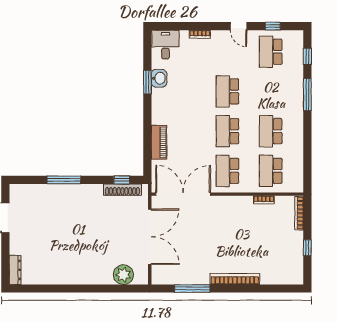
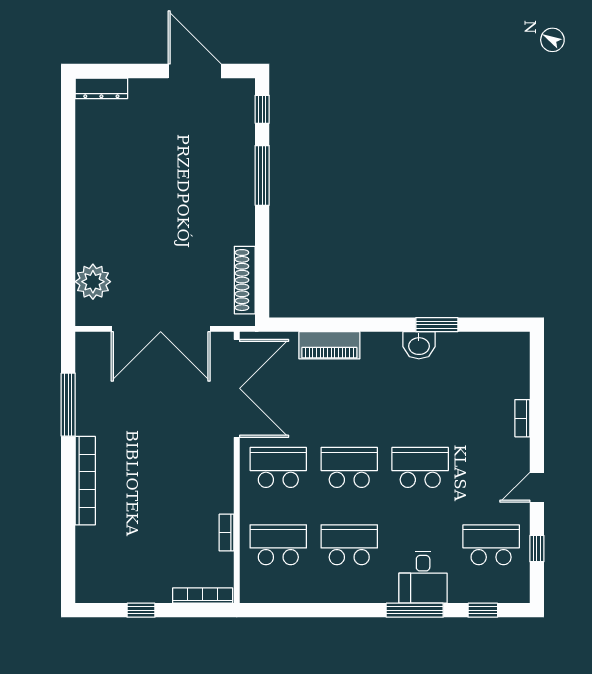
desk: (165, 45) -> (423, 577), moved, turned 90
washbasin: (159, 78) -> (419, 345), moved
window: (122, 180) -> (262, 109), moved

